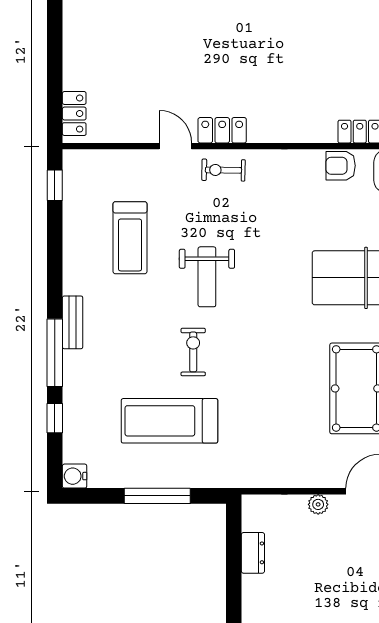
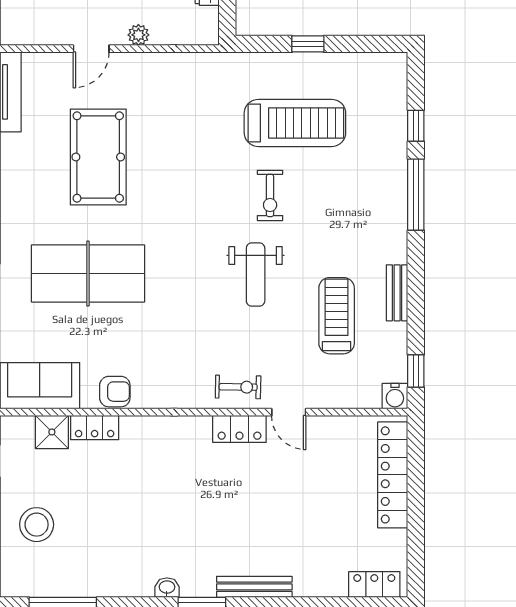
locker: (74, 114) -> (393, 475), width x2.16, depth x1.21
weight bench: (207, 277) -> (256, 275), turned 180
bench: (73, 322) -> (397, 293), moved
water cooler: (75, 476) -> (395, 396), moved, turned 90
window: (157, 496) -> (308, 44), width x0.46

